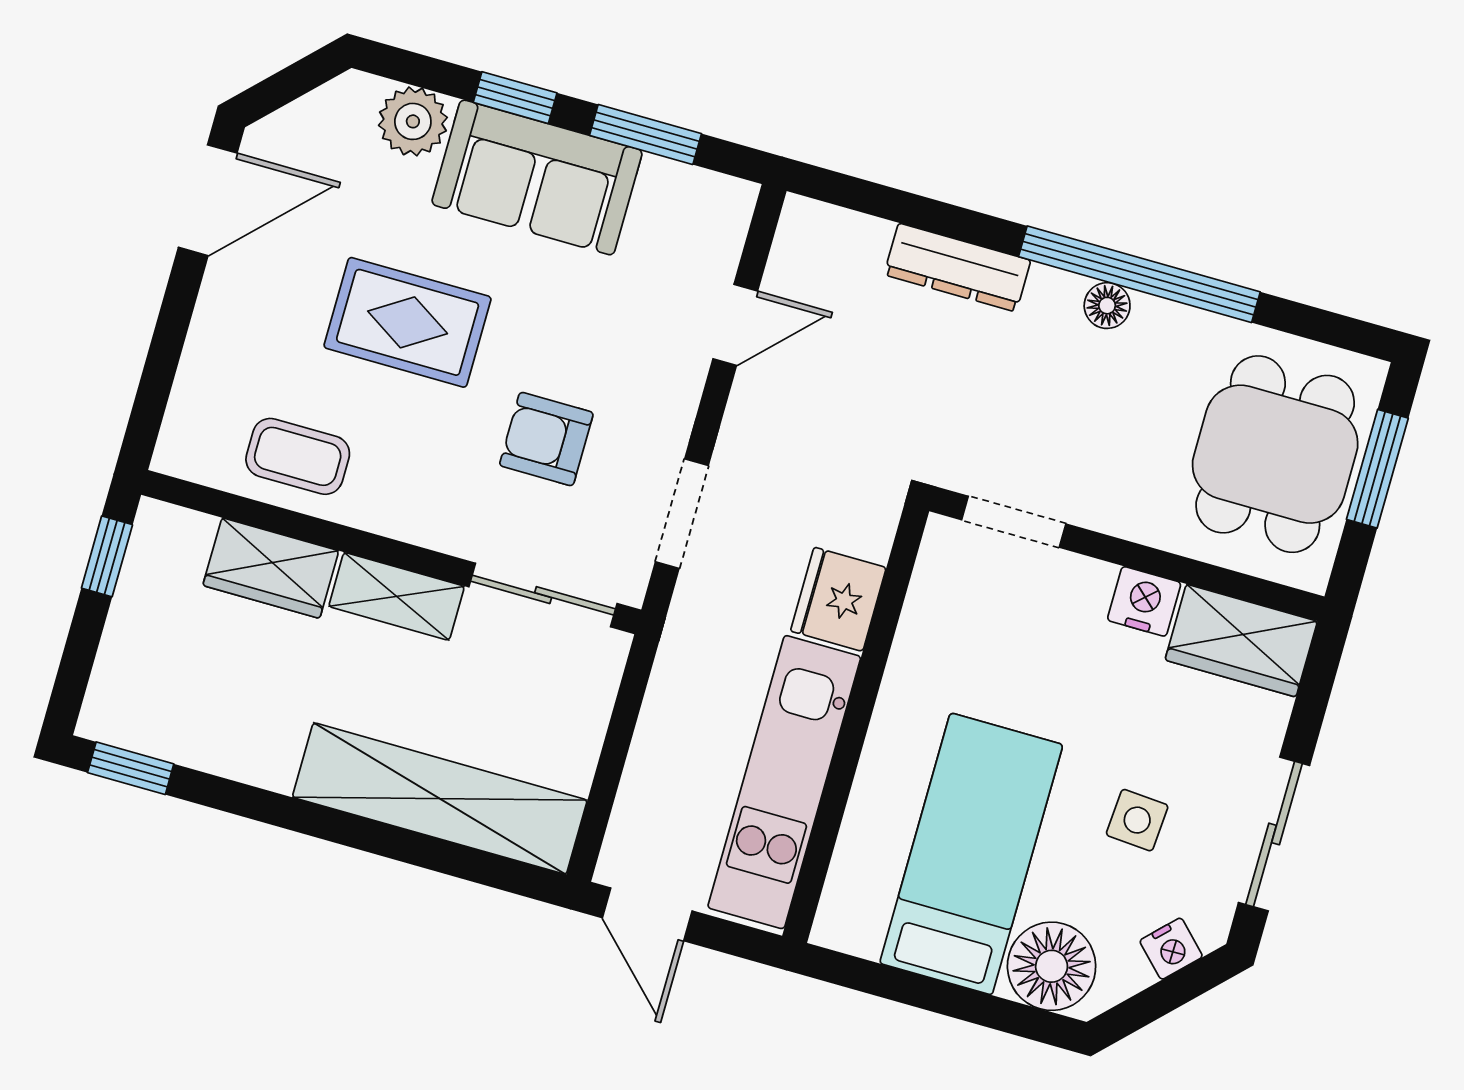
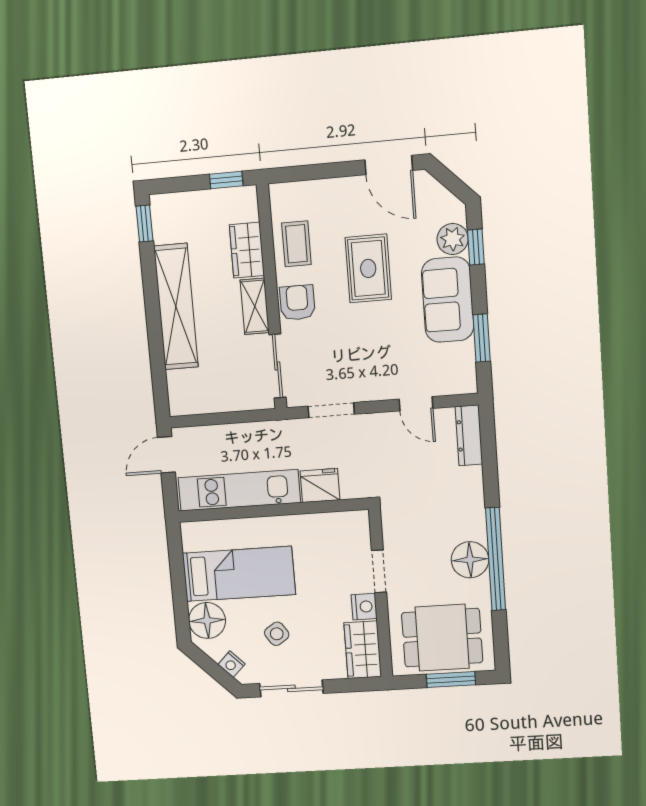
window: (515, 98) -> (476, 247), moved
dresser: (957, 267) -> (469, 435), moved
floor lamp: (1107, 306) -> (470, 560), width x1.89, depth x1.89
armchair: (546, 439) -> (297, 303), moved
doorway: (1014, 522) -> (379, 571), moved
shelving: (440, 799) -> (176, 307), moved
side table: (1137, 820) -> (277, 634), turned -38

